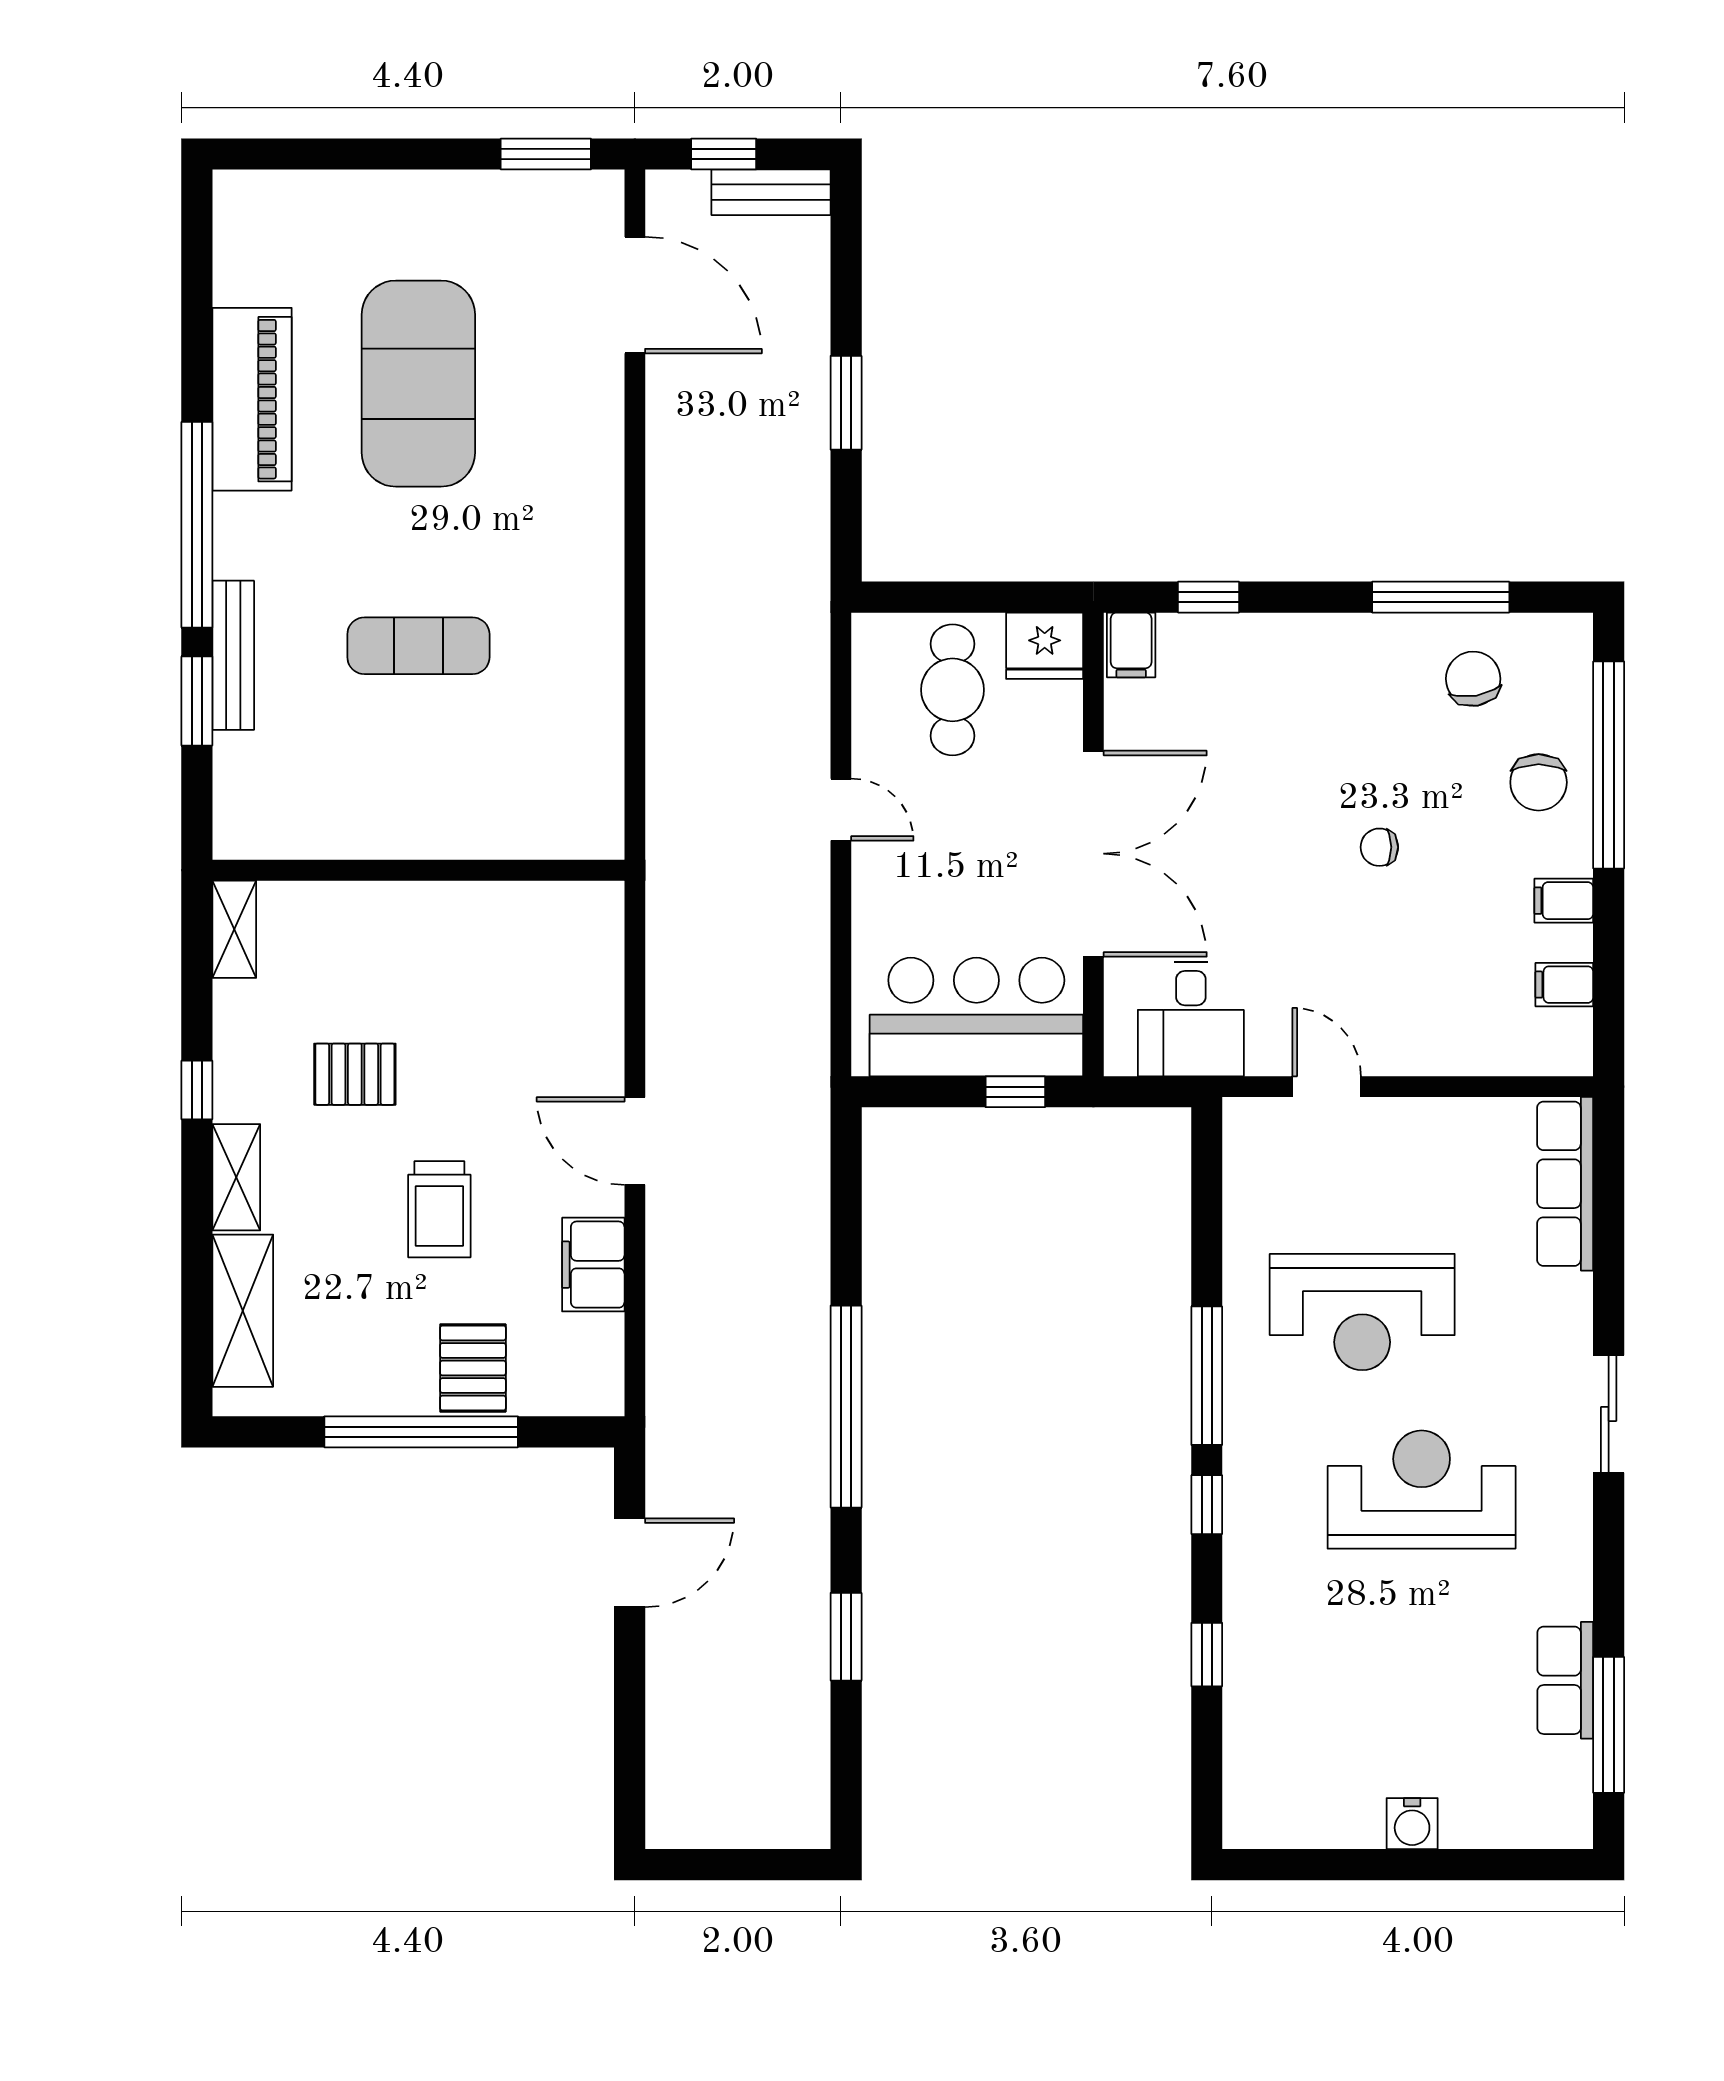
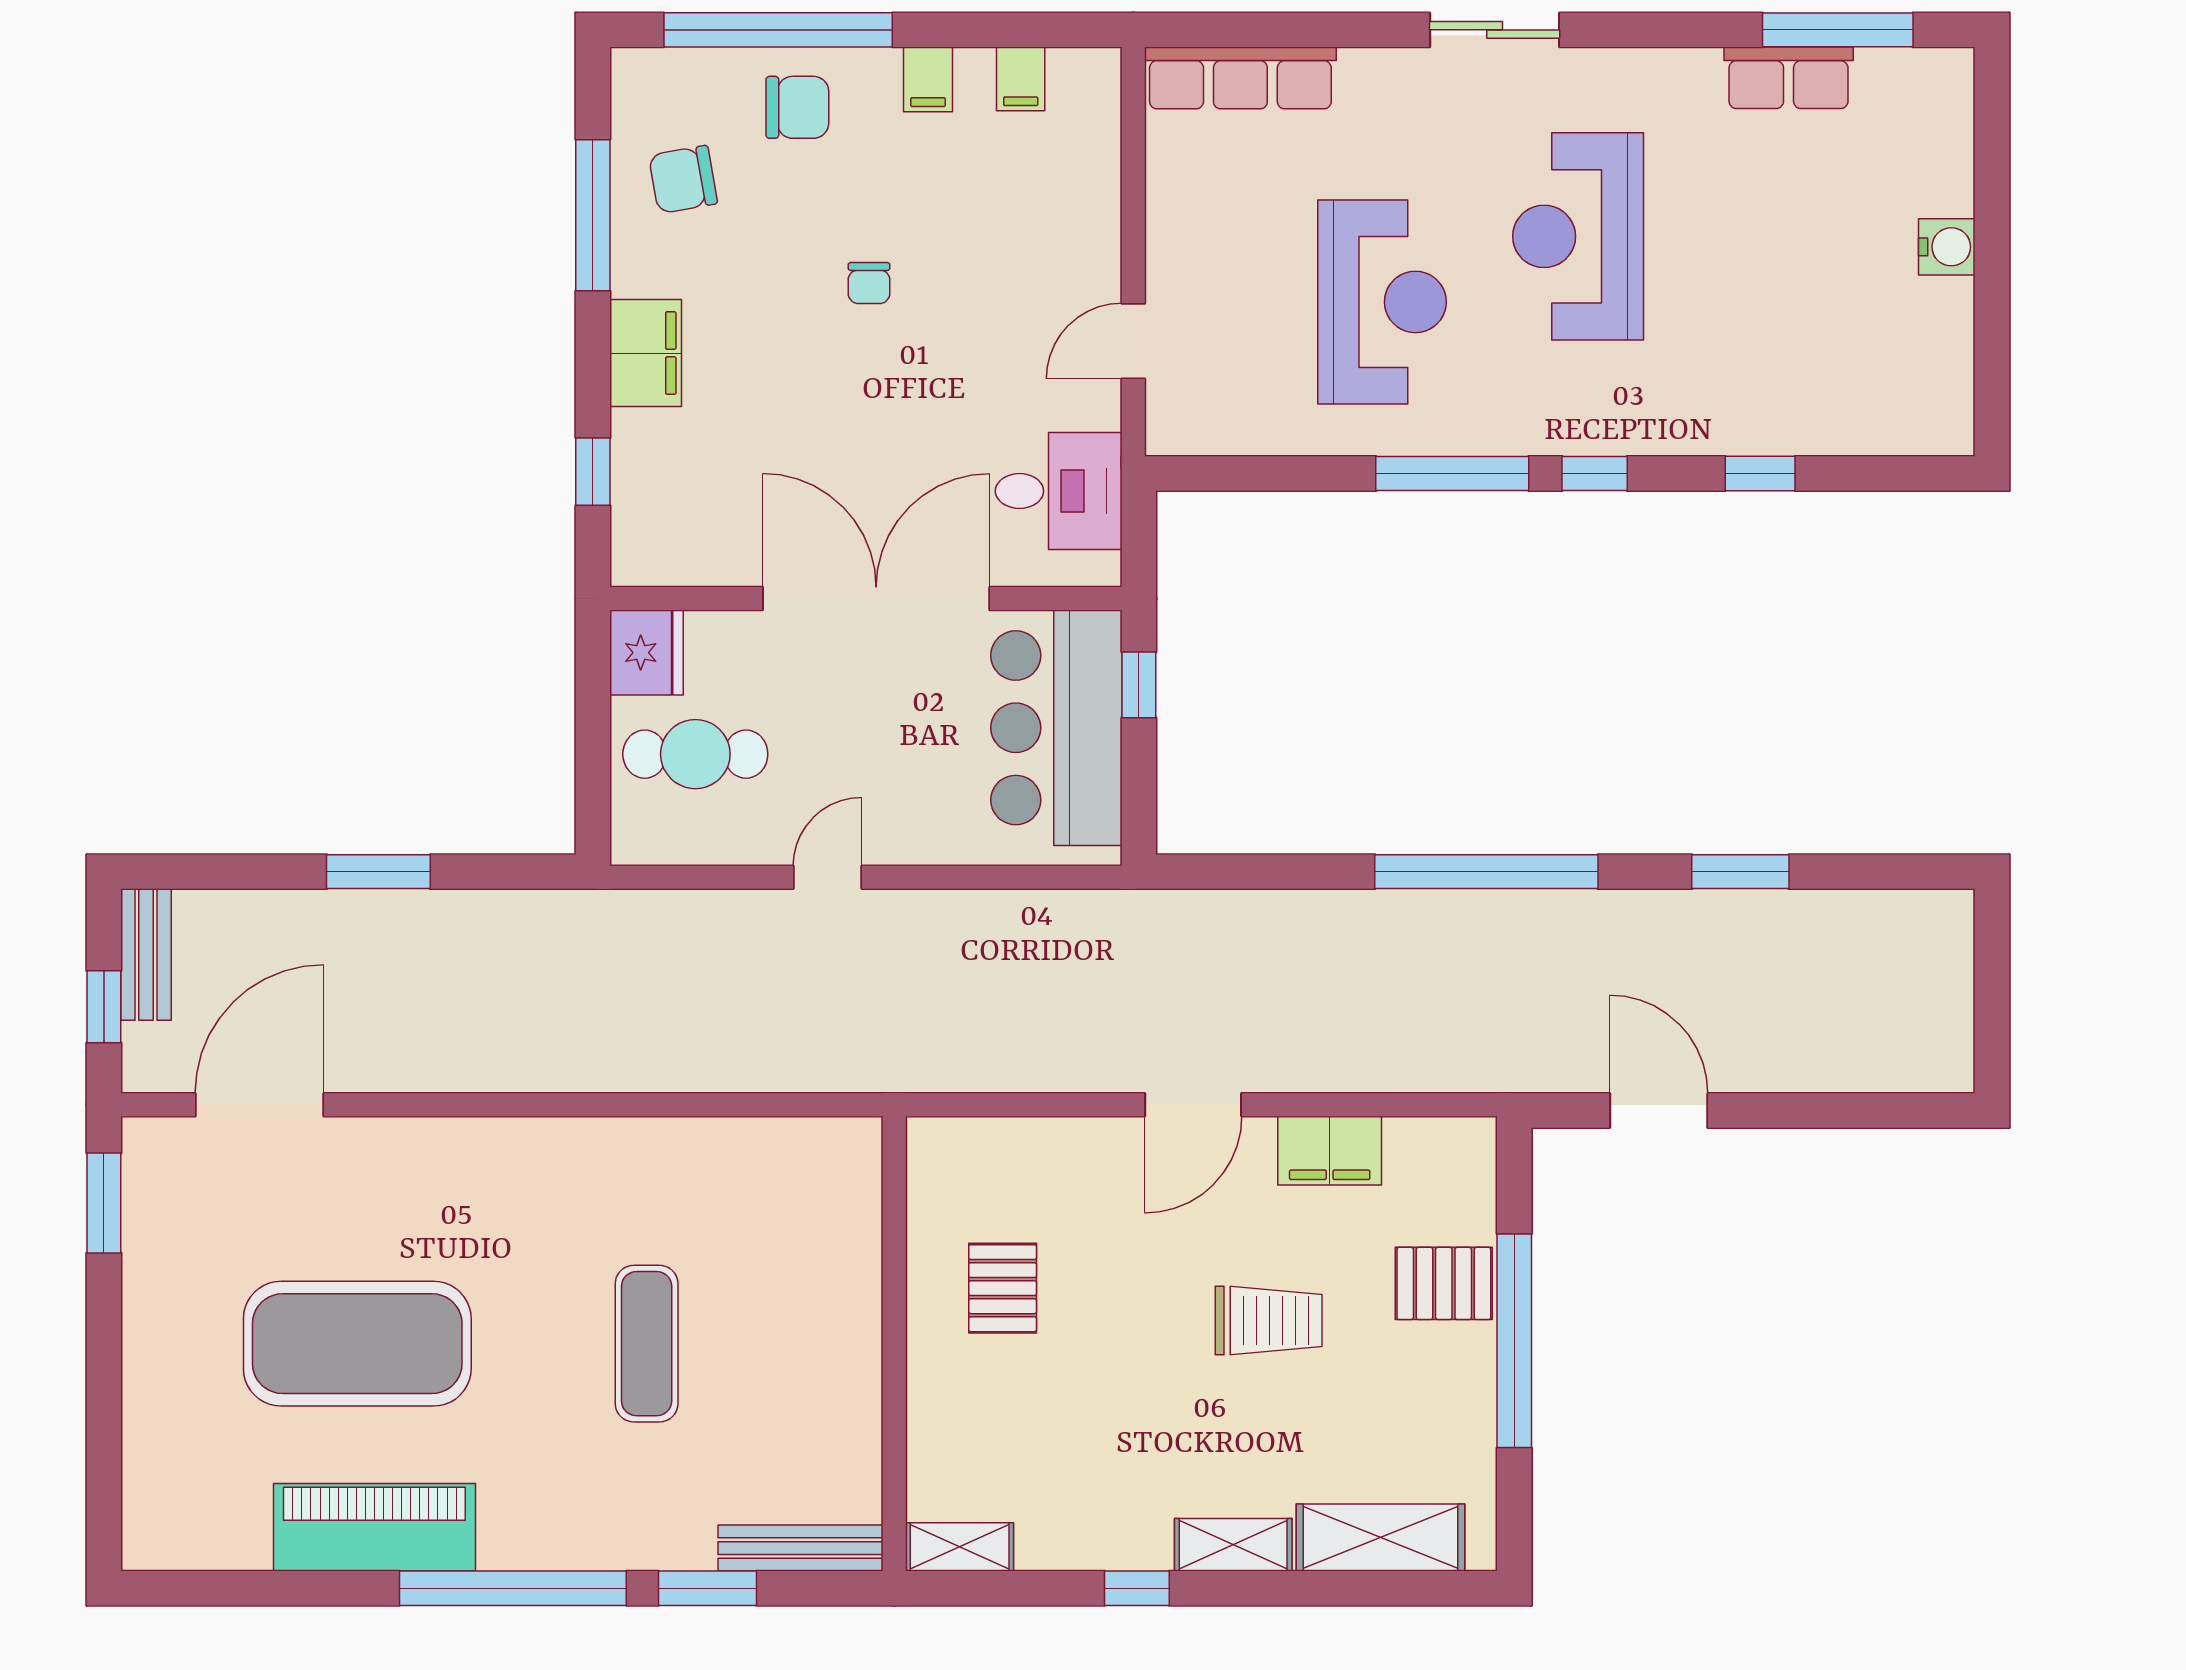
filing cabinet: (1131, 645) -> (646, 353), moved, width x2.00
bench: (233, 655) -> (801, 1548), moved
pallet: (355, 1074) -> (1003, 1288), moved

